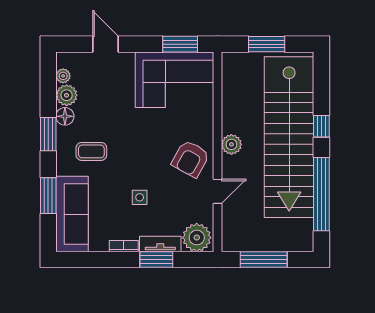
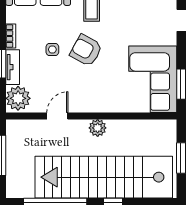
armchair: (191, 159) -> (86, 50), moved
door: (218, 191) -> (57, 116), swing flipped

